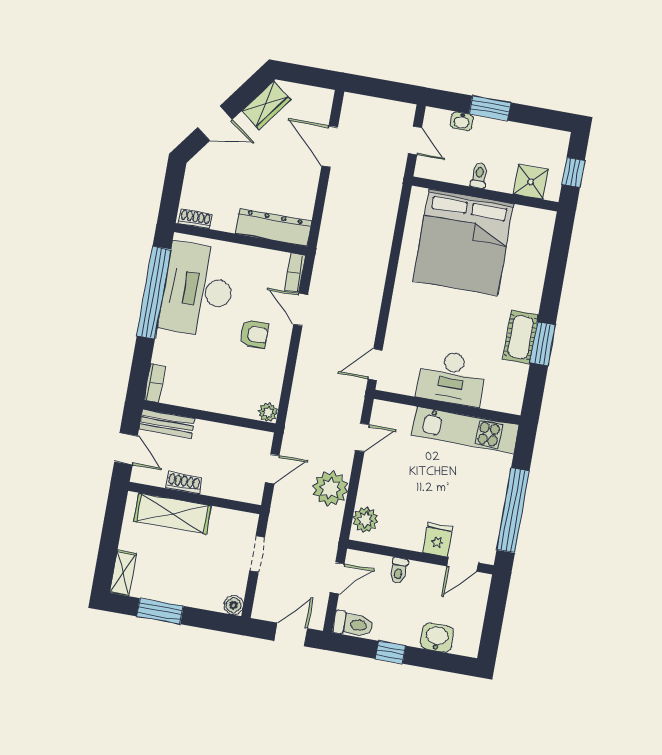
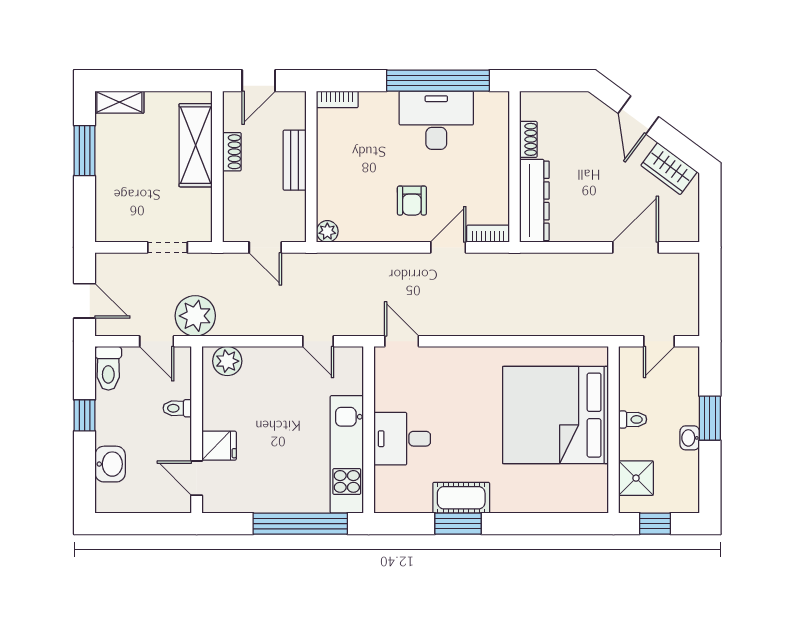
washbasin: (462, 121) -> (690, 438), moved
shoe rack: (195, 219) -> (528, 139), moved
desk: (198, 290) -> (436, 120), width x0.73, depth x0.77
desk: (452, 378) -> (402, 439), width x0.73
bench: (167, 424) -> (295, 160), moved
plant: (330, 489) -> (195, 316), moved
window: (513, 510) -> (300, 524), moved
boiler: (234, 605) -> (106, 231), removed

